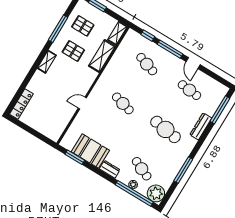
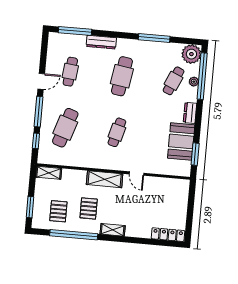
window: (58, 29) -> (74, 235), width x1.46
shelving: (102, 56) -> (105, 179), moved
cafe table: (147, 64) -> (65, 128), width x1.37, depth x1.35

